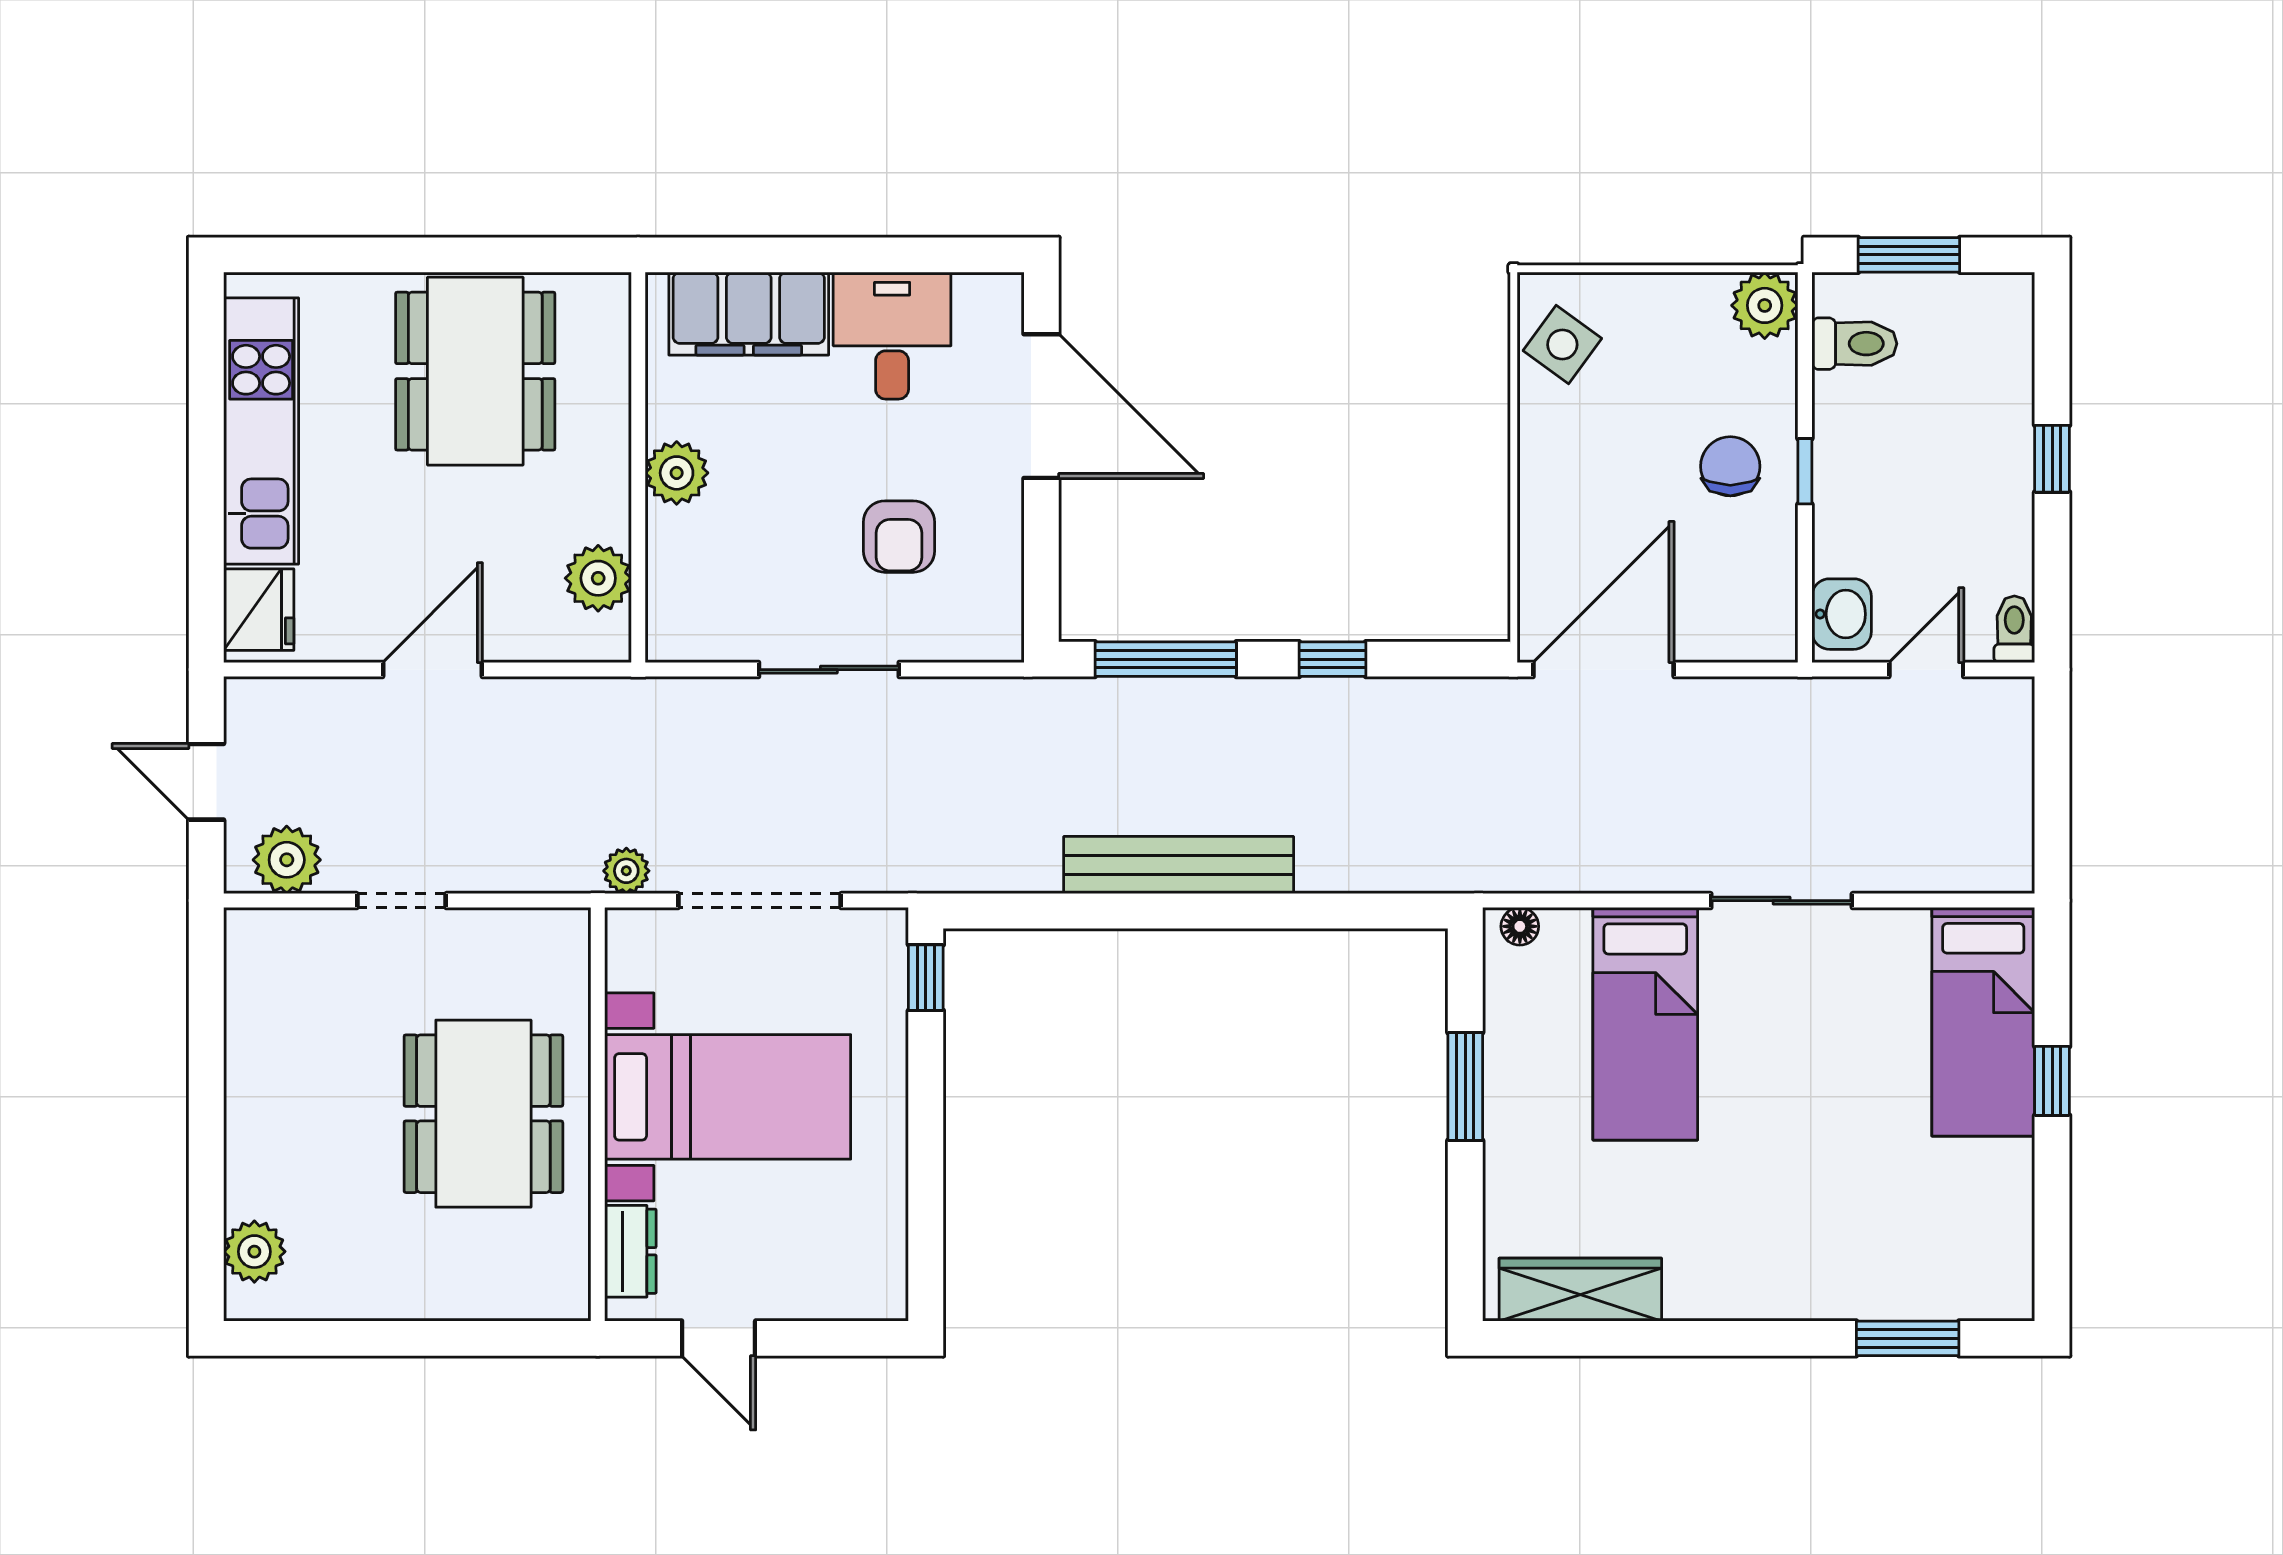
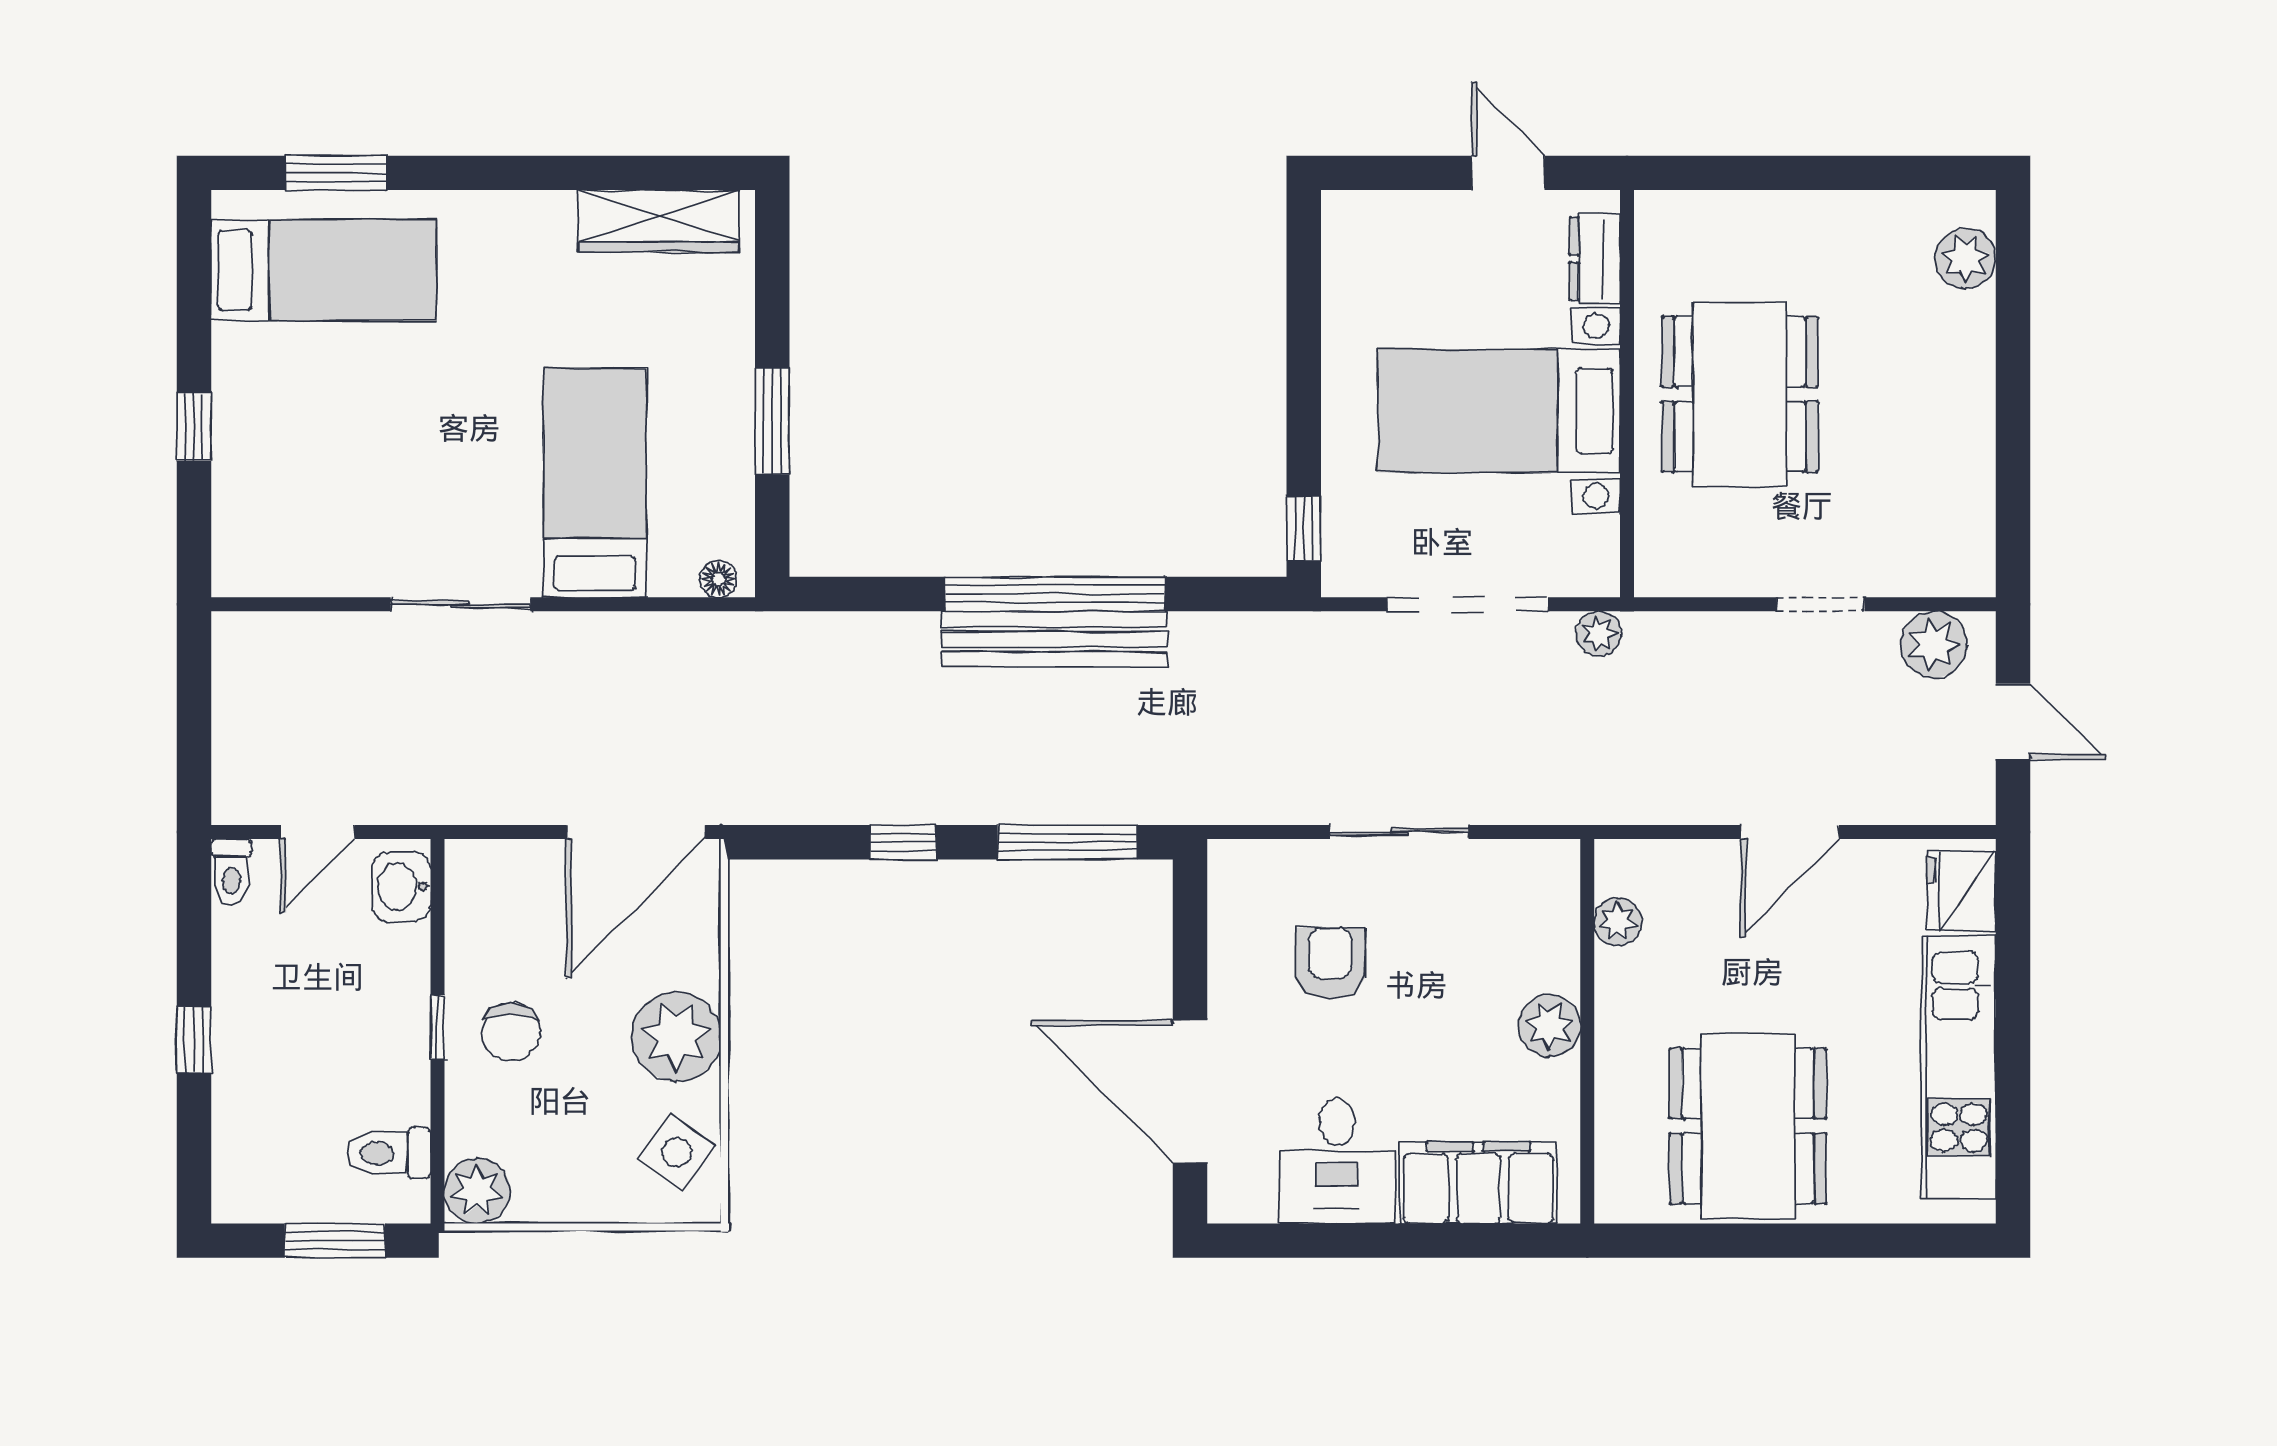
plant: (1563, 462) -> (676, 1037), added
plant: (598, 578) -> (1618, 922), width x0.73, depth x0.73
window: (1178, 911) -> (1055, 594), added
bed: (1983, 1022) -> (324, 270), moved, turned 90

